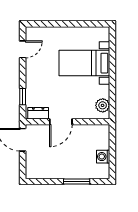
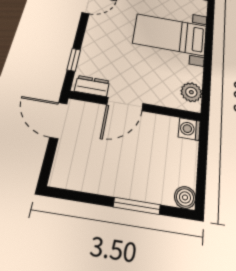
washing machine: (103, 157) -> (189, 129), moved
boiler: (104, 173) -> (185, 197), added

